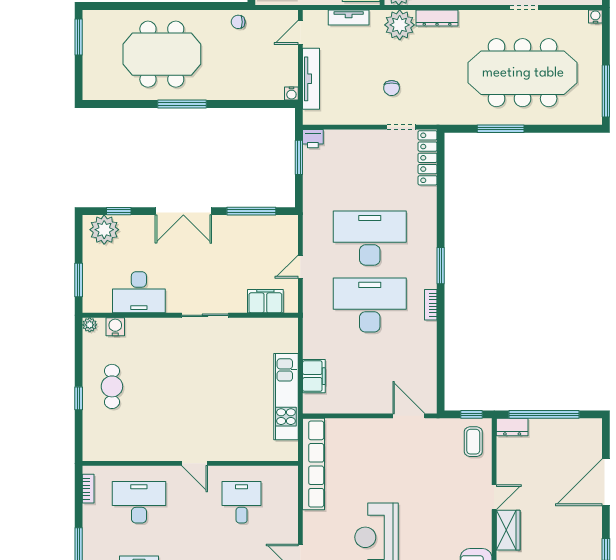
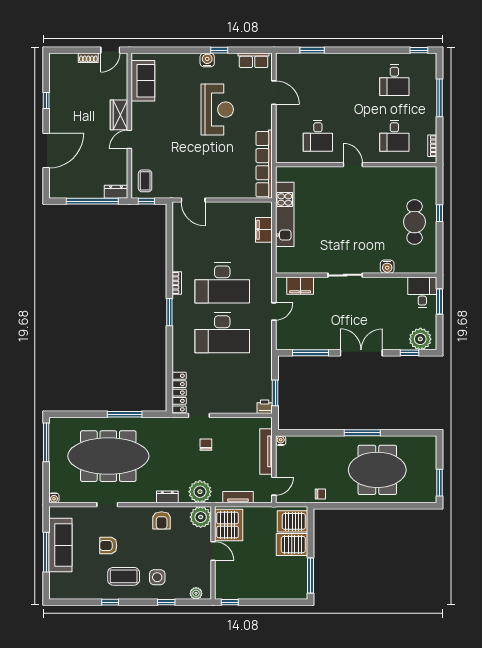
dresser: (437, 18) -> (167, 497), width x0.70
desk: (139, 292) -> (422, 292), moved, width x0.73
plant: (90, 325) -> (431, 268), removed
water cooler: (115, 327) -> (387, 267), moved
cafe table: (112, 386) -> (415, 222), width x1.37, depth x1.35
desk: (139, 502) -> (394, 136), width x0.73

